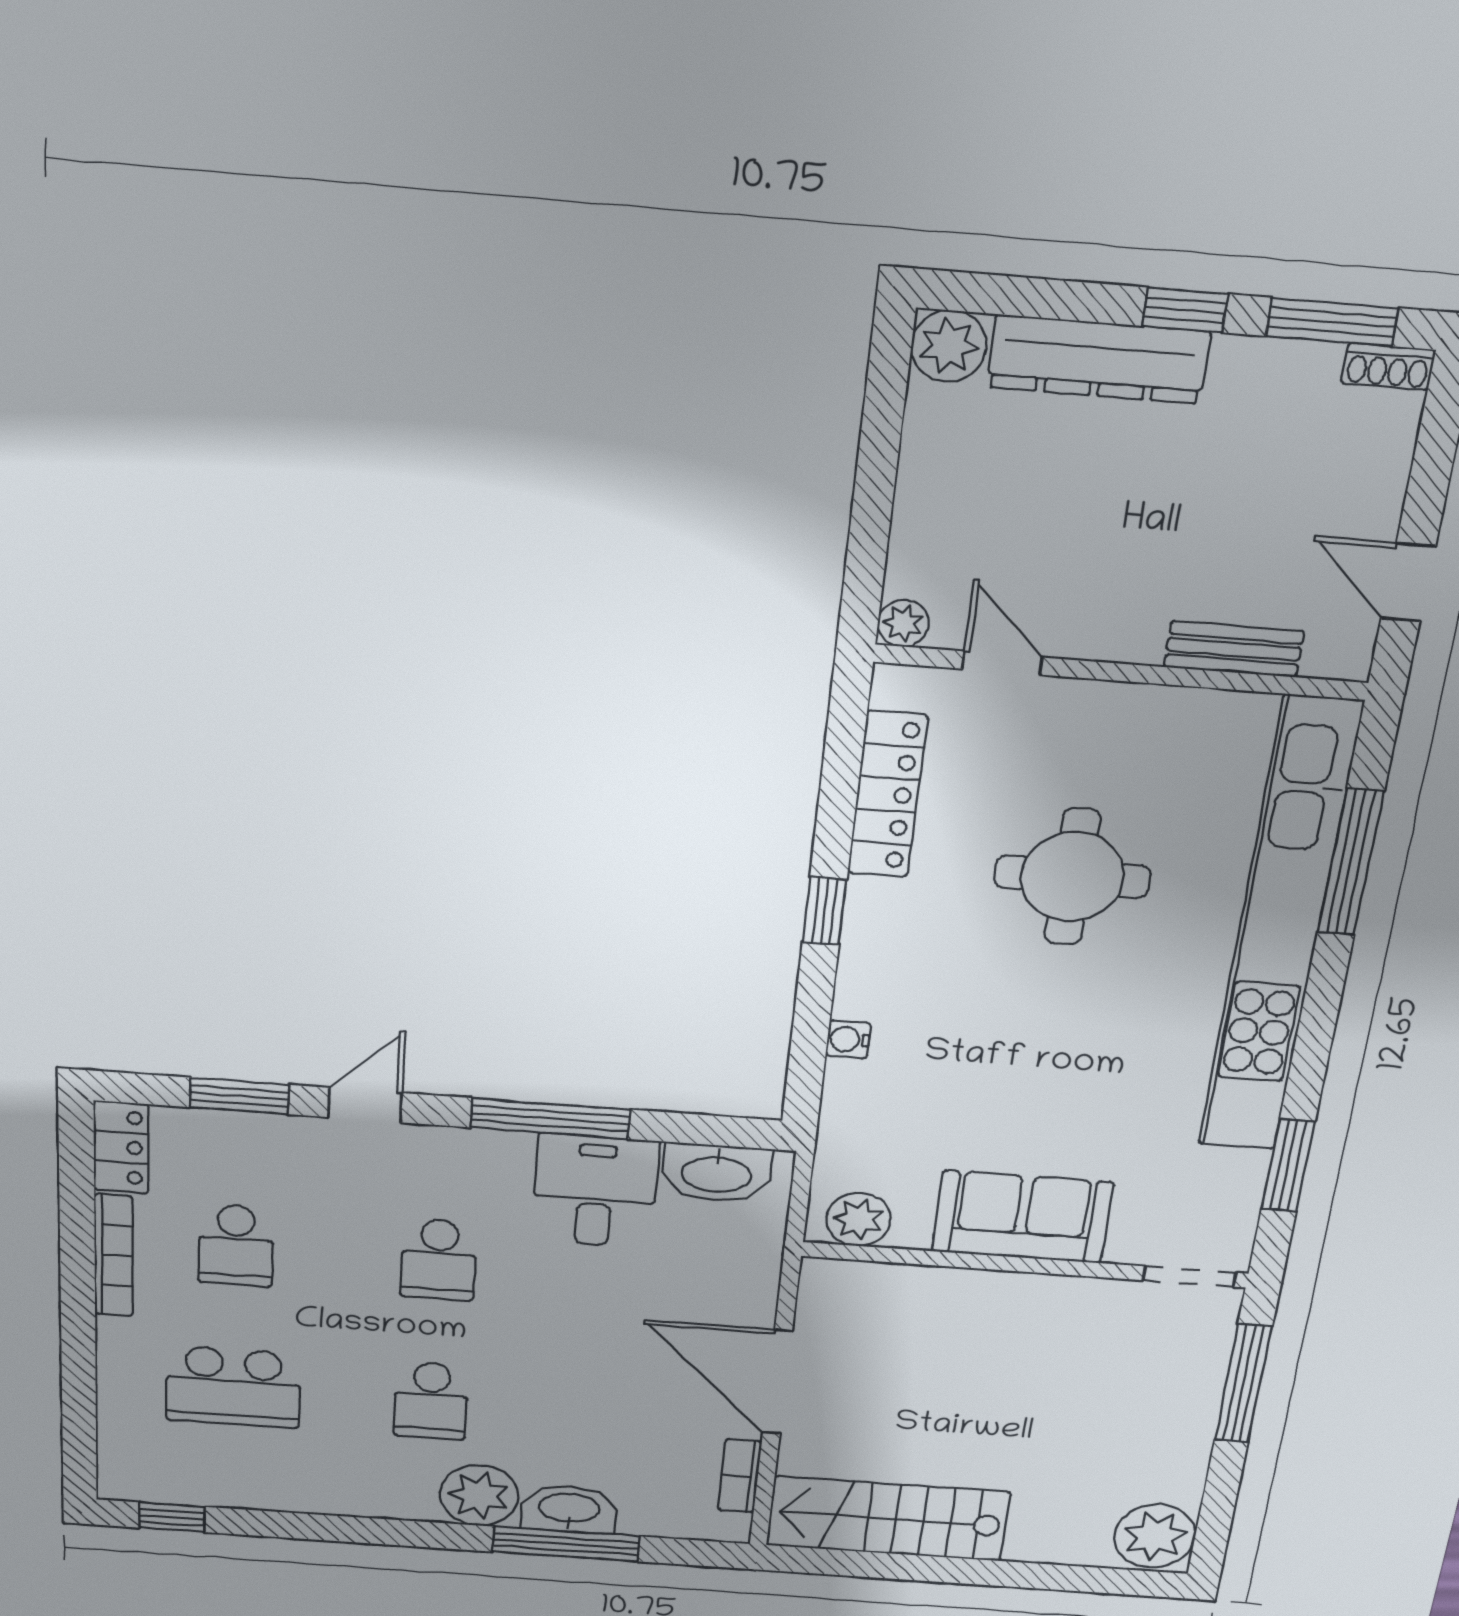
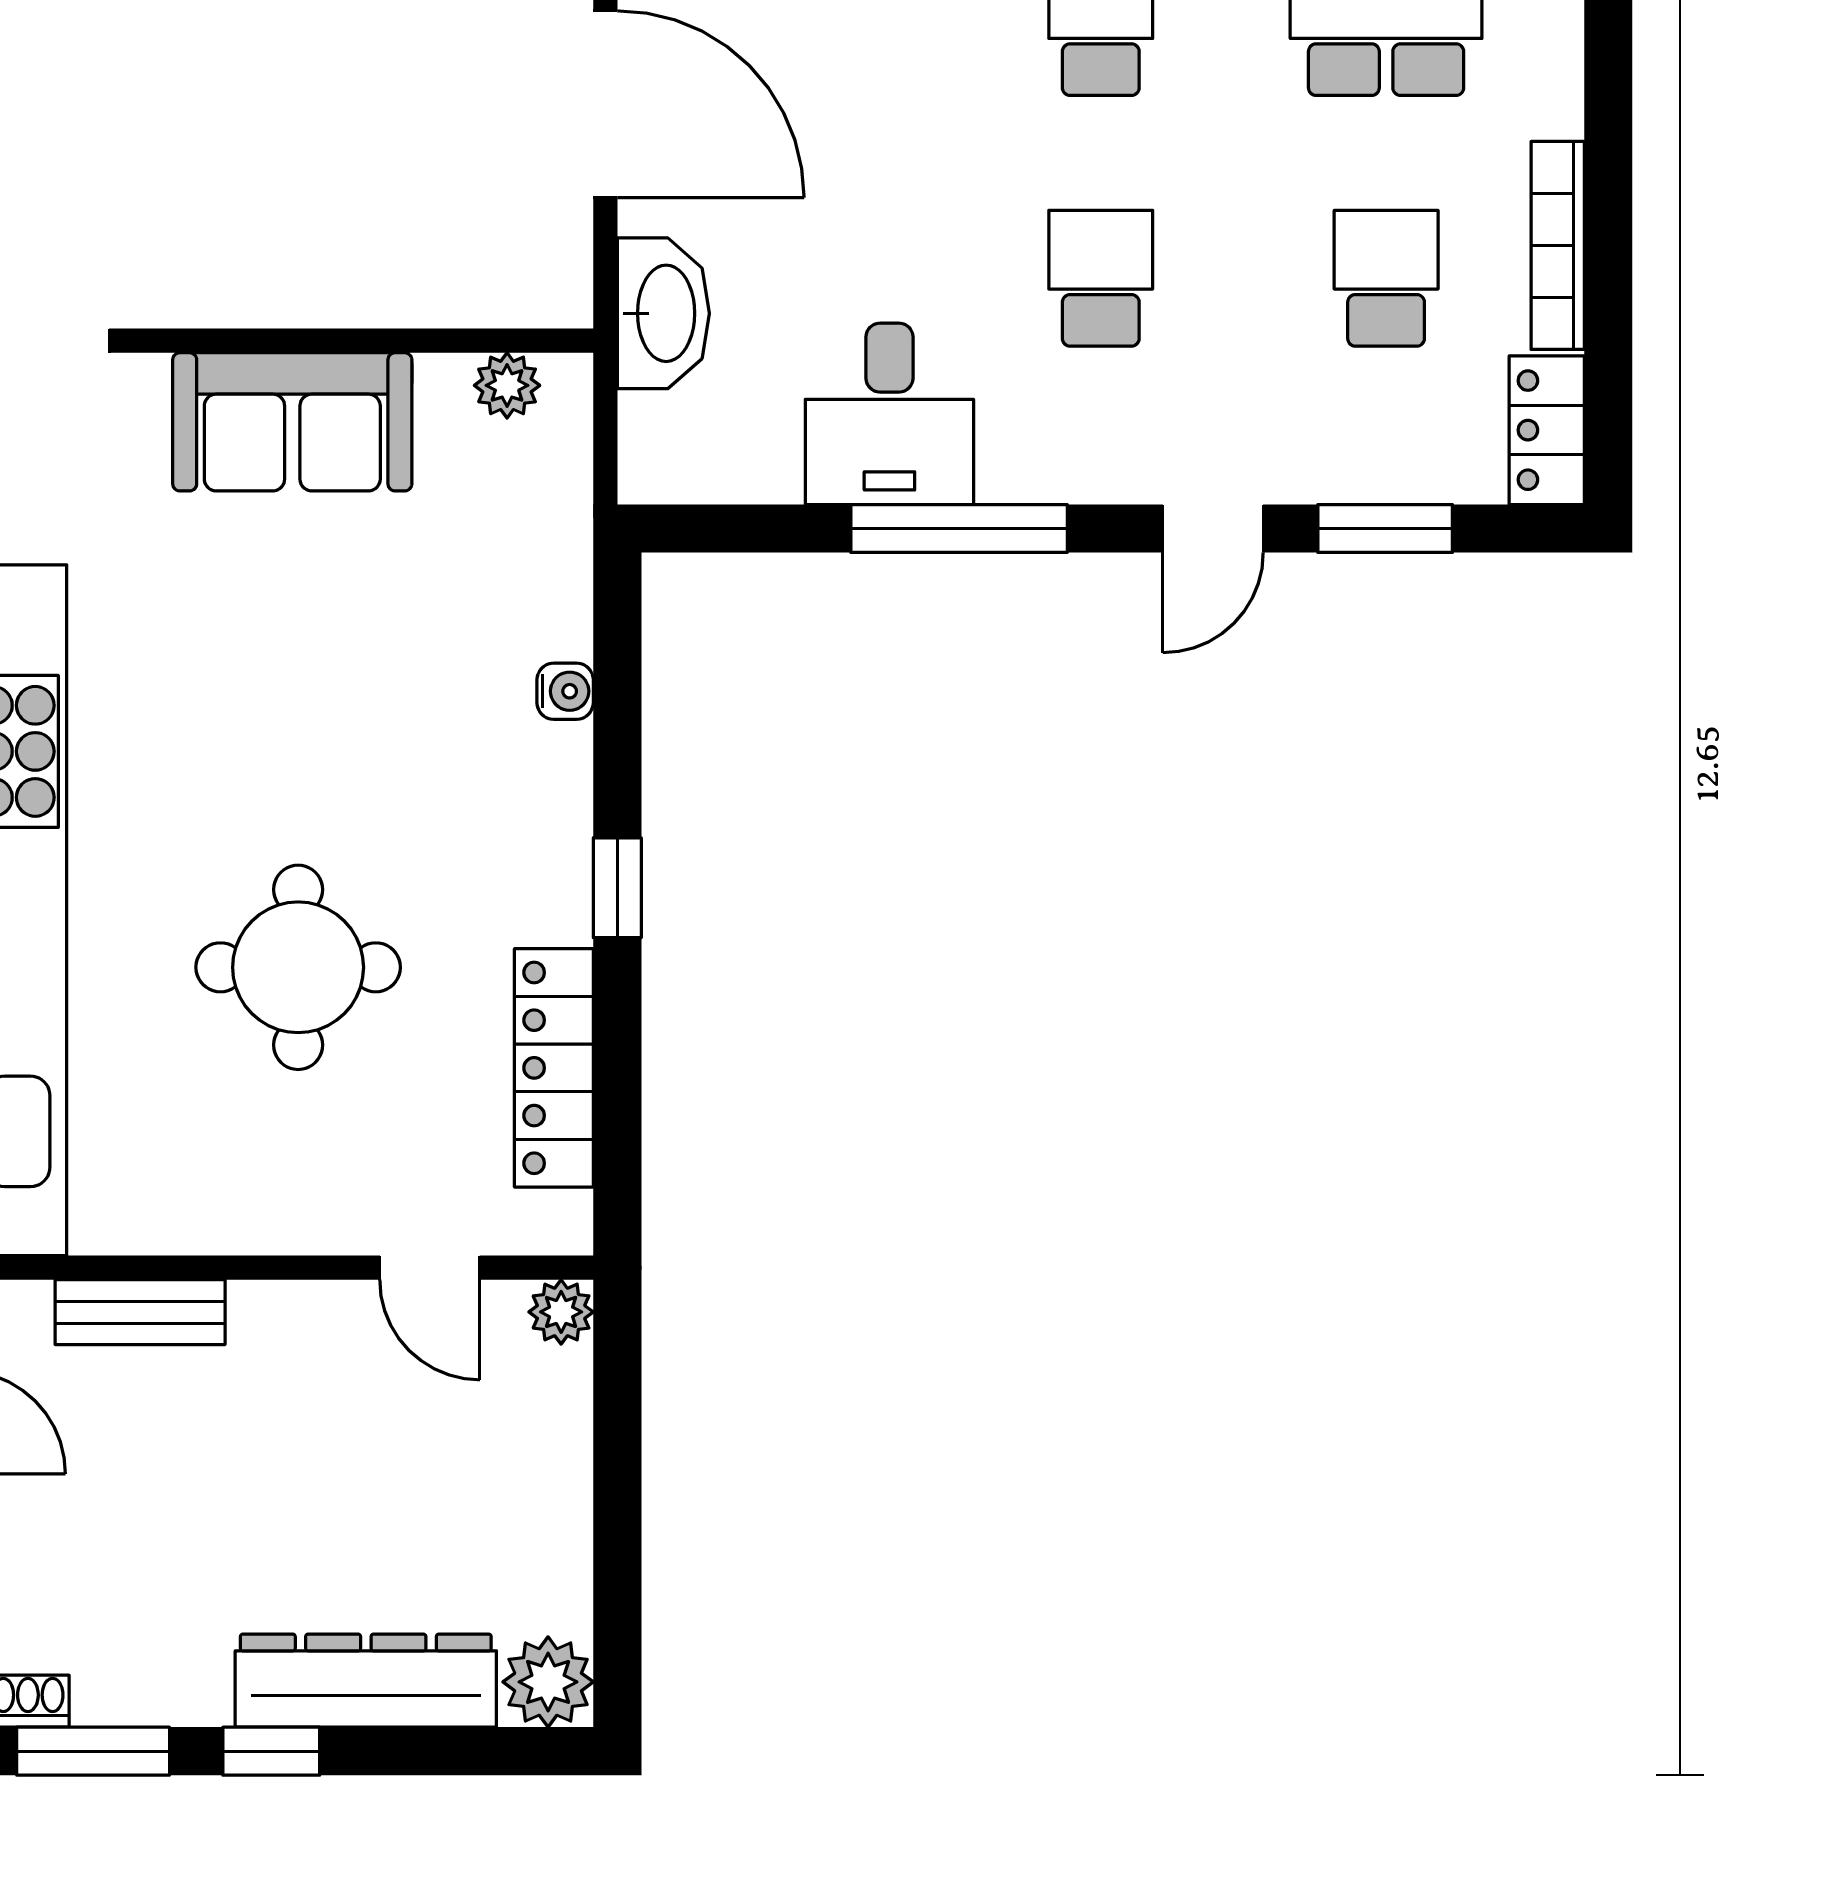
washbasin: (717, 1173) -> (663, 313), moved, turned 90
plant: (859, 1219) -> (507, 385), width x0.73, depth x0.73

